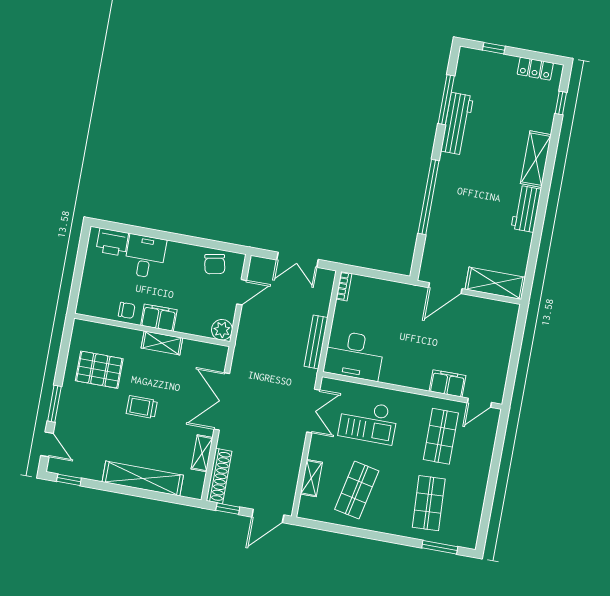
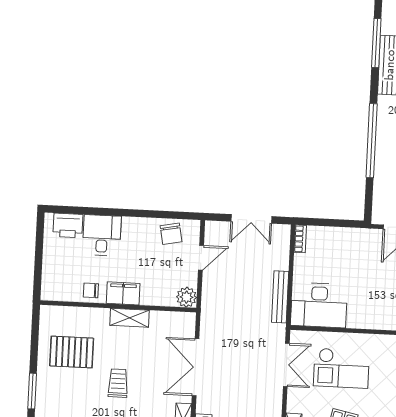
chair: (127, 310) -> (91, 290), turned 180
trolley: (142, 407) -> (118, 383), turned 90

